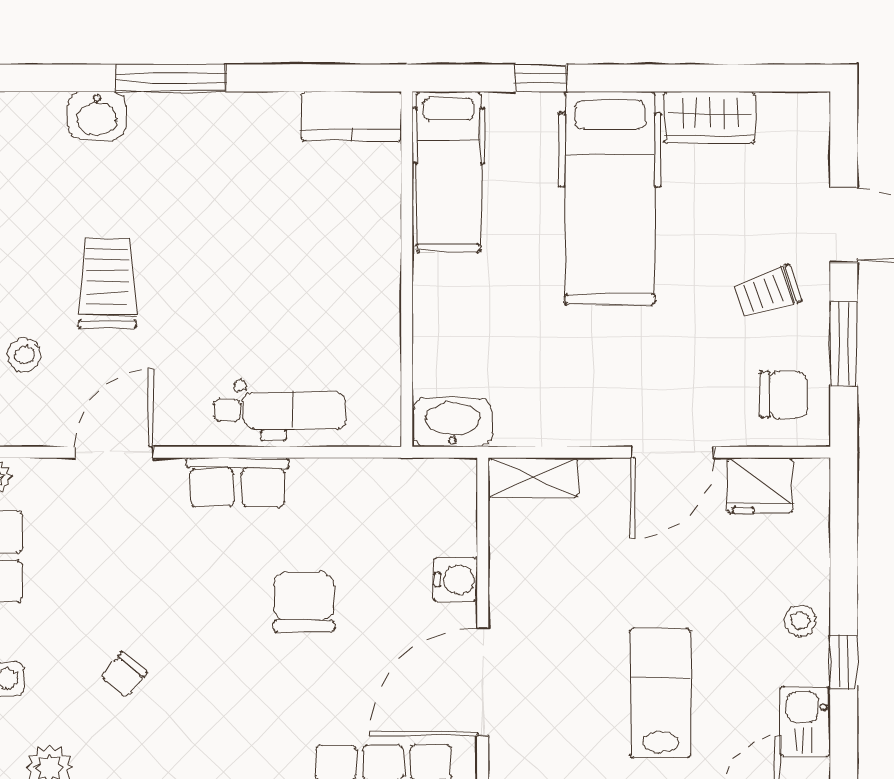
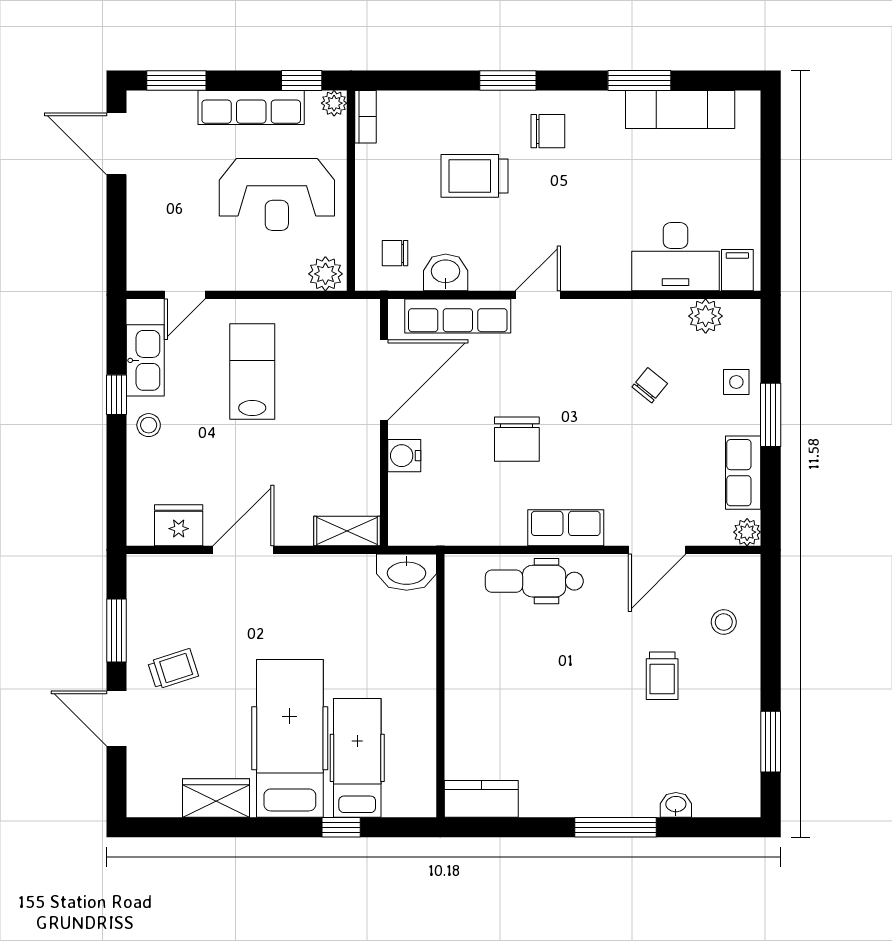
washbasin: (97, 116) -> (676, 805), width x0.72, depth x0.69
hospital bed: (448, 172) -> (357, 758), moved
trolley: (107, 283) -> (662, 676), width x0.73, depth x0.72
chair: (784, 394) -> (161, 593), removed
lab bench: (661, 693) -> (252, 372), turned 180
kitchen sink: (805, 721) -> (145, 360), width x1.38

